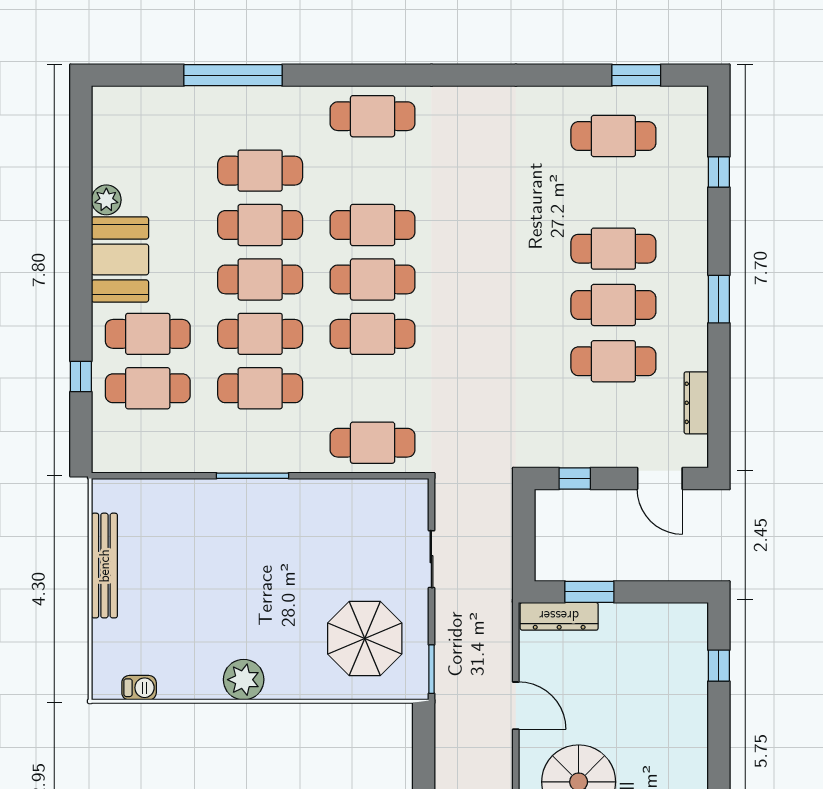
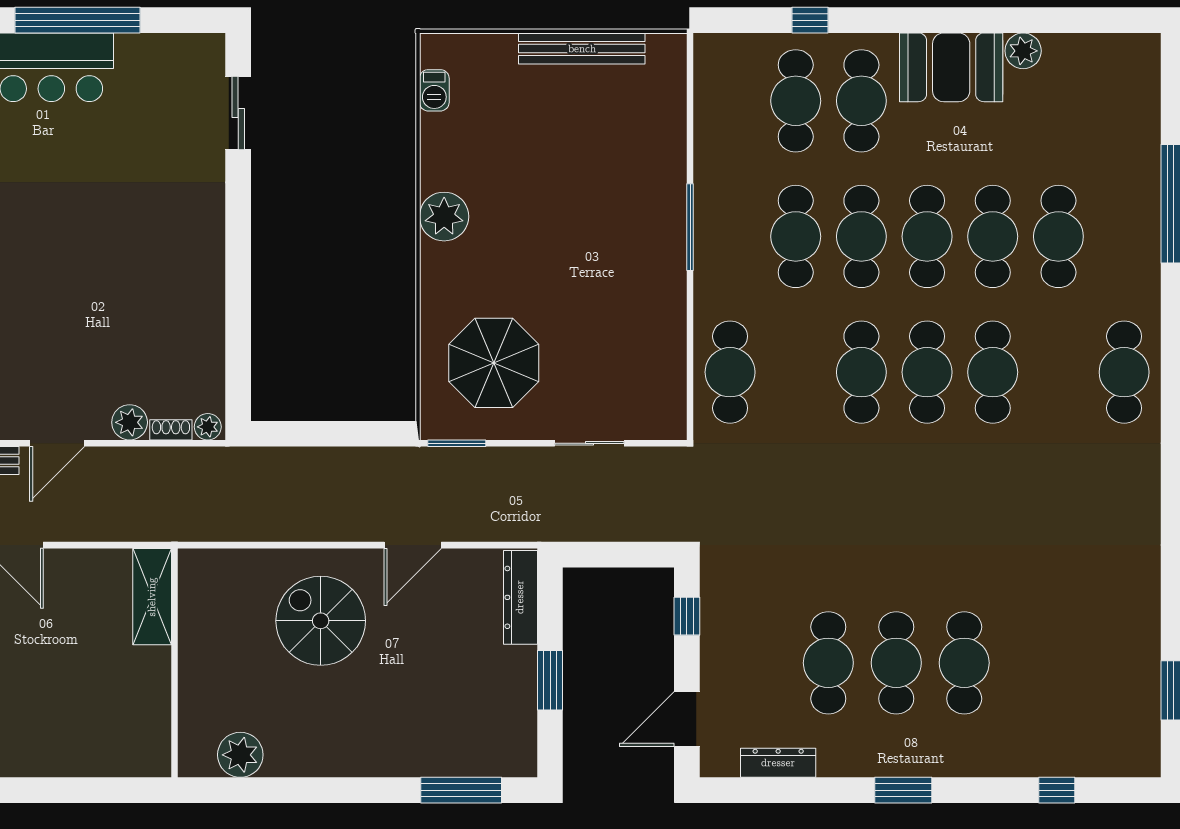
cafe table: (613, 136) -> (1100, 663), removed
window: (589, 592) -> (550, 680), moved
window: (719, 666) -> (461, 790), width x2.17

